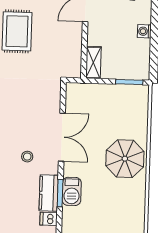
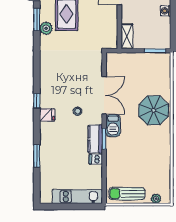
barbecue: (72, 191) -> (113, 126), moved

